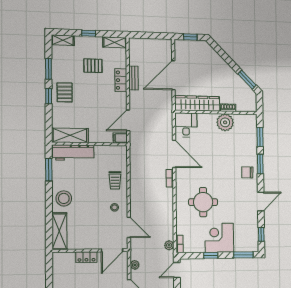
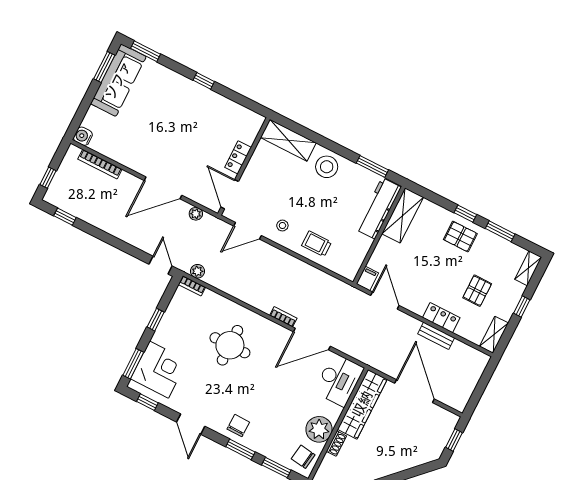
chair: (246, 124) -> (303, 457), added
desk: (186, 125) -> (339, 380), width x1.37
corner desk: (219, 238) -> (159, 370), moved

